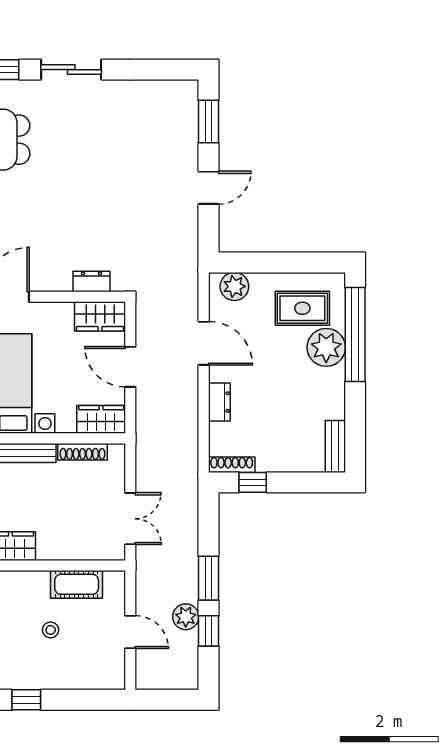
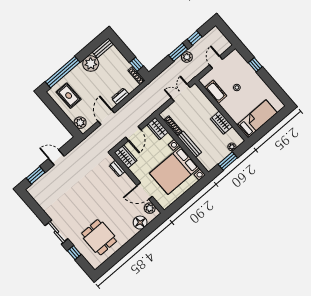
plant: (326, 347) -> (91, 64), moved
plant: (186, 617) -> (187, 57), moved
window: (26, 700) -> (255, 65), moved

